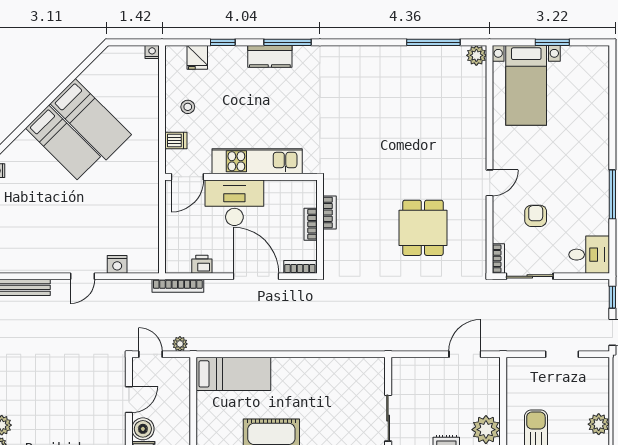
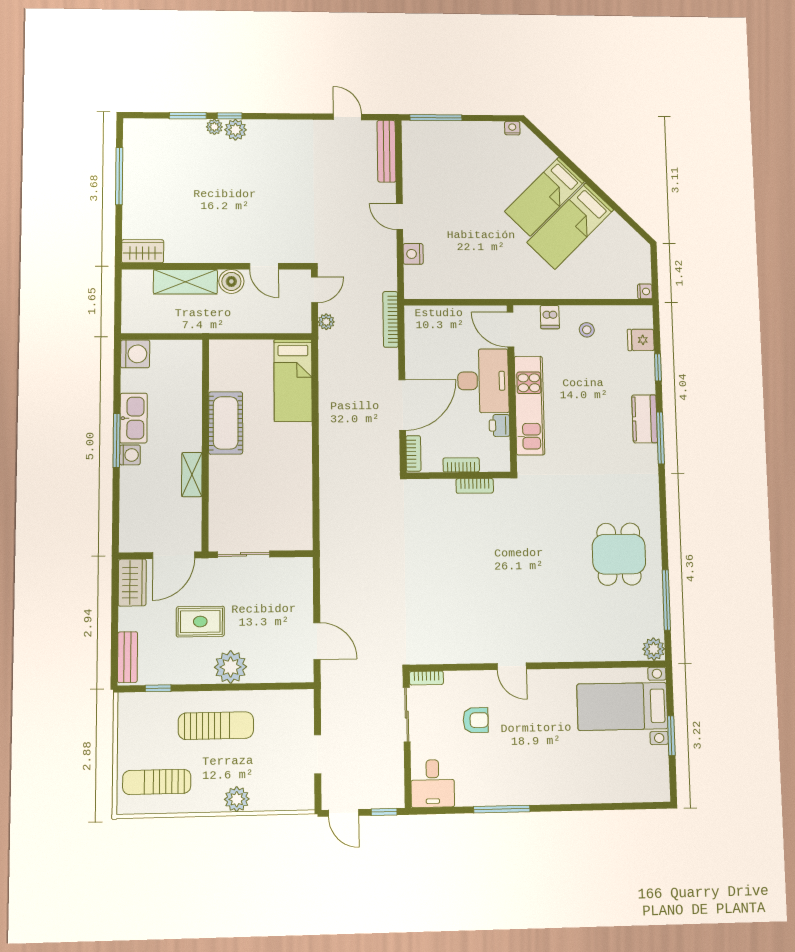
dining table: (423, 228) -> (619, 554), moved, turned 90
printer: (202, 264) -> (499, 425), moved, turned 180

